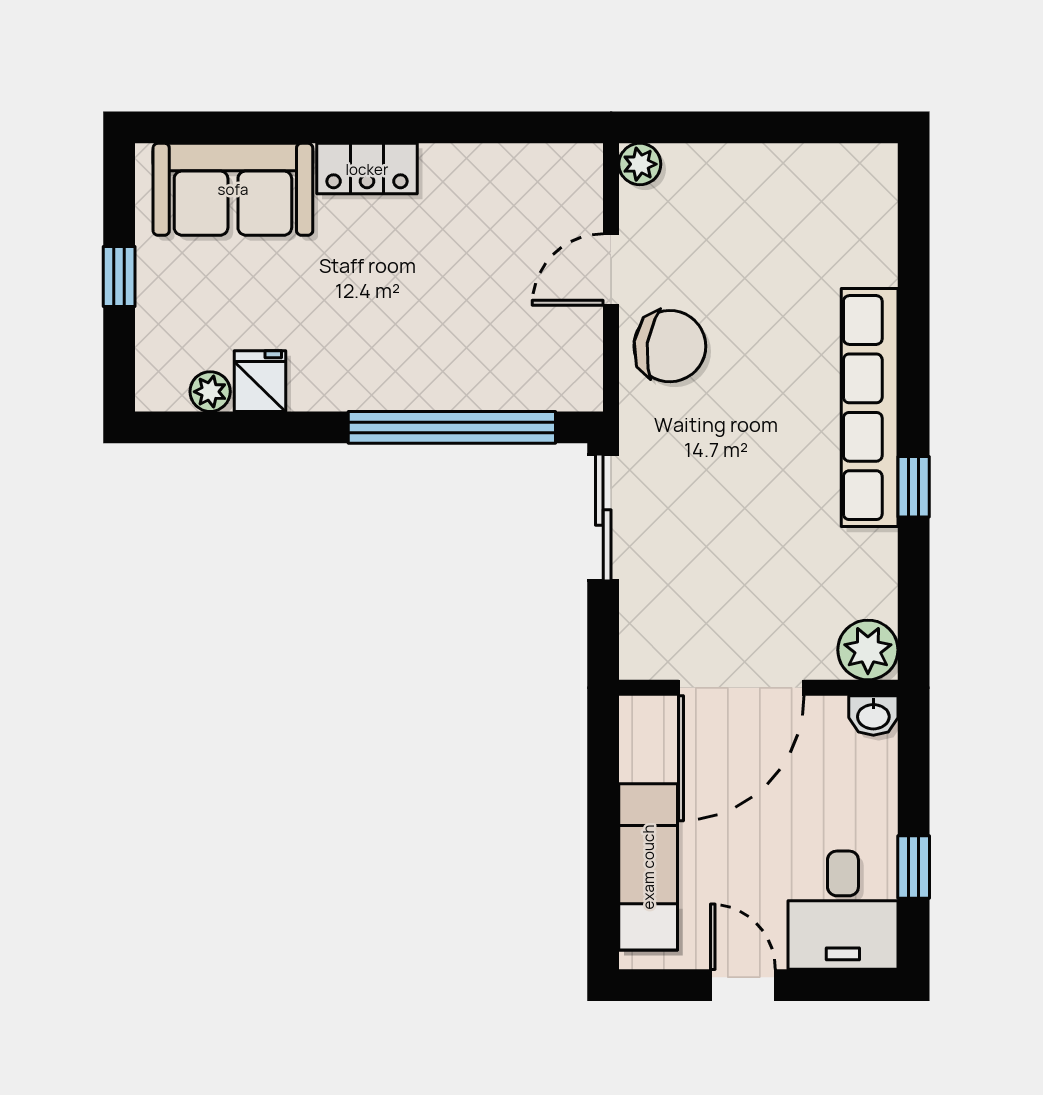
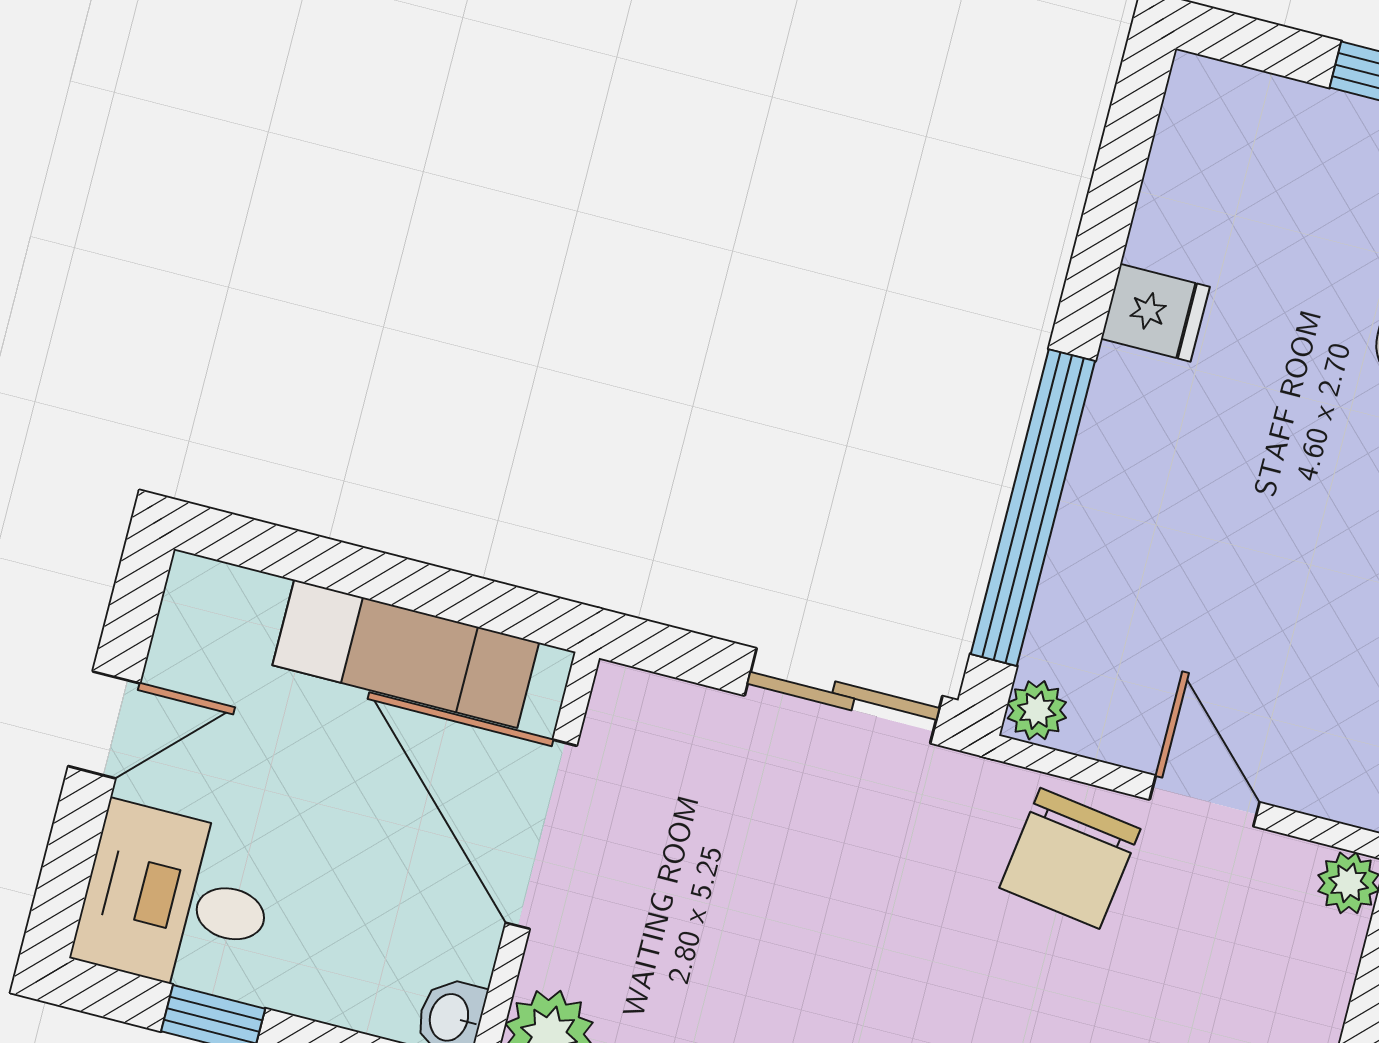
fridge: (260, 381) -> (1155, 313), moved
plant: (210, 392) -> (1037, 710), moved
exam couch: (648, 867) -> (406, 654), moved

